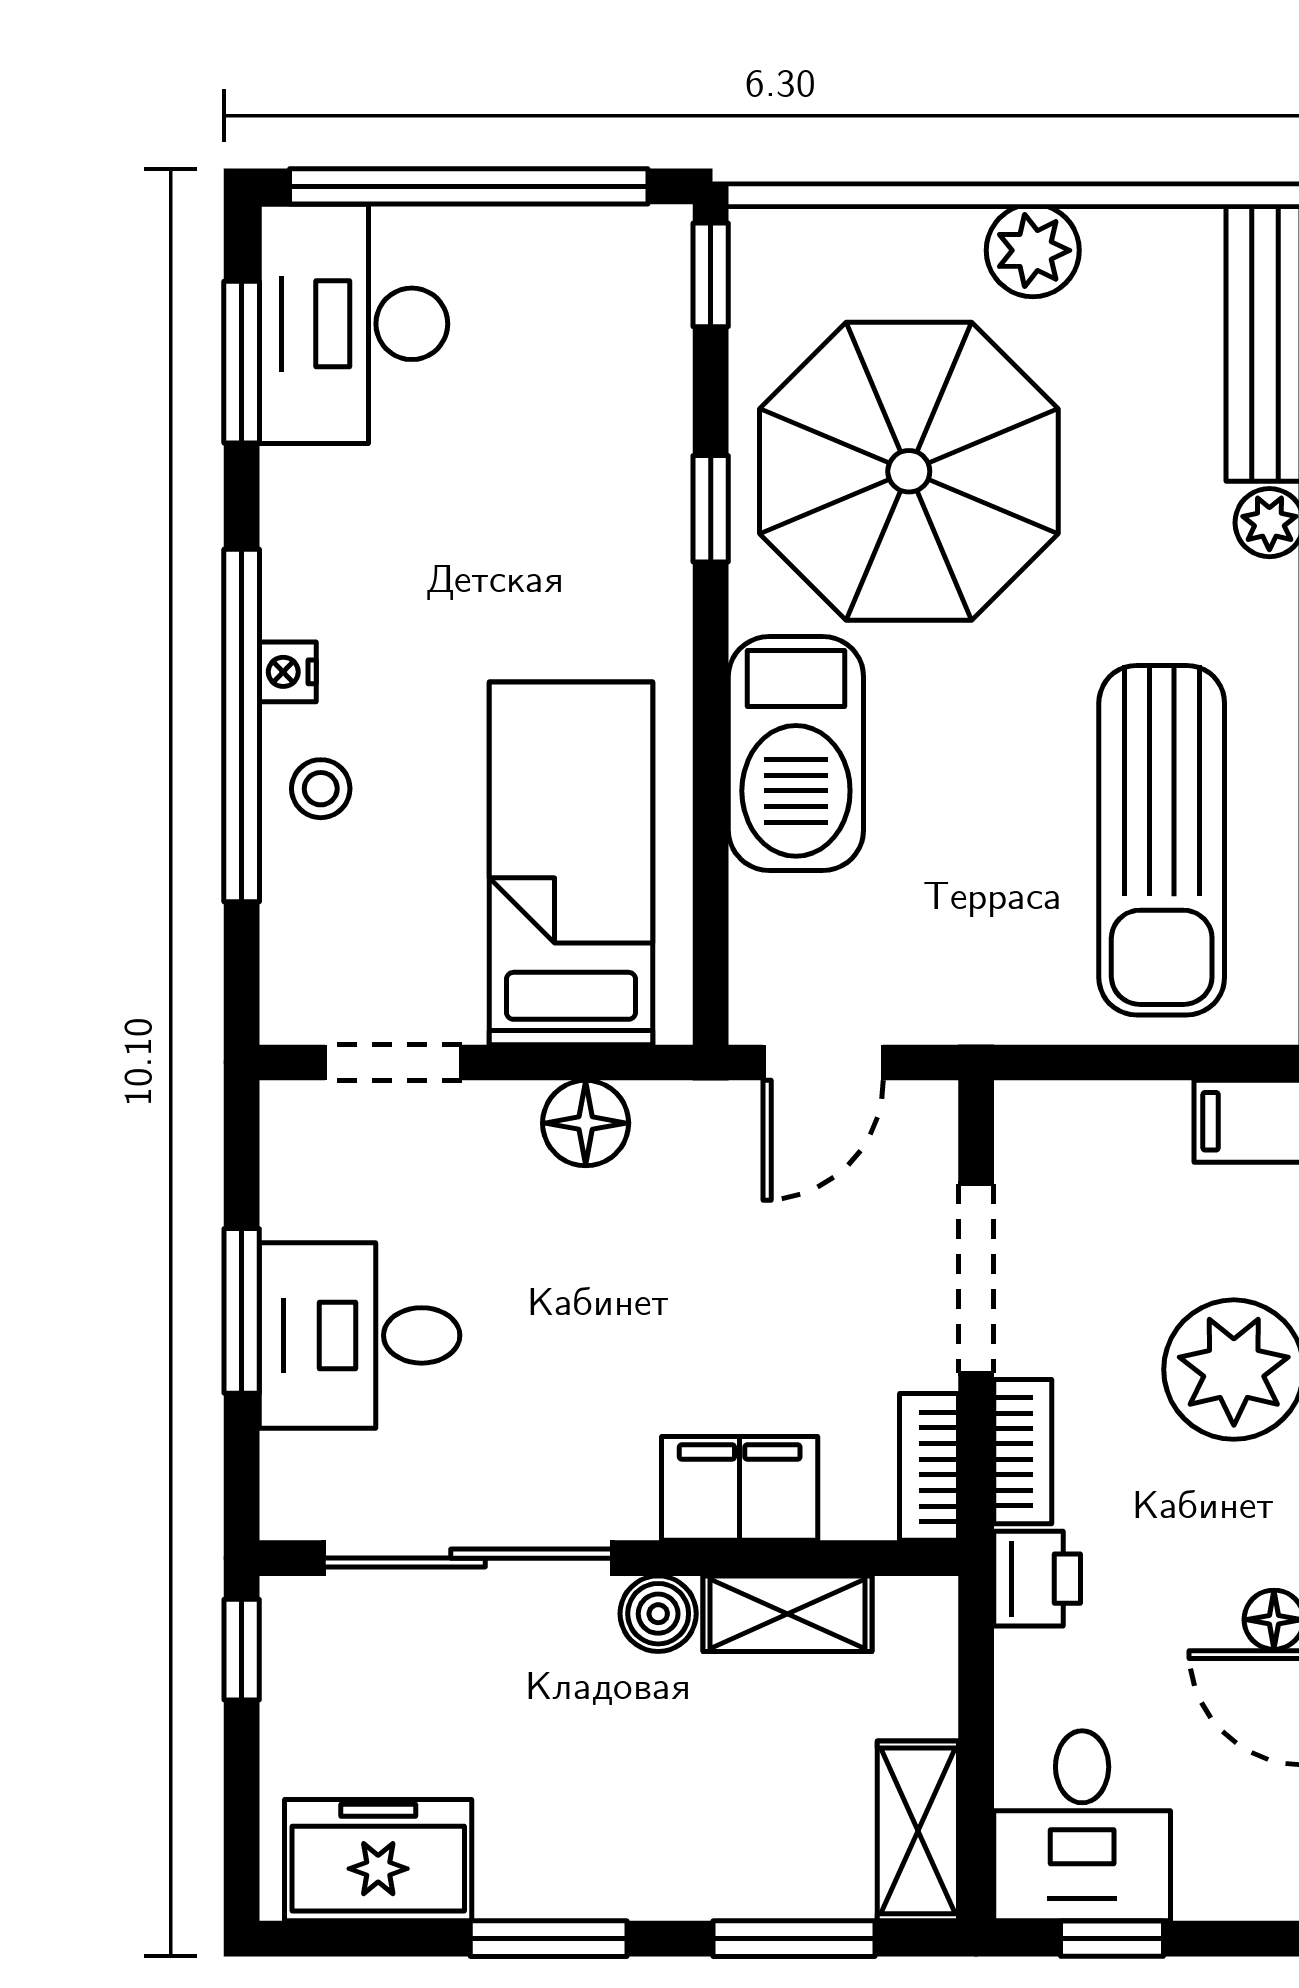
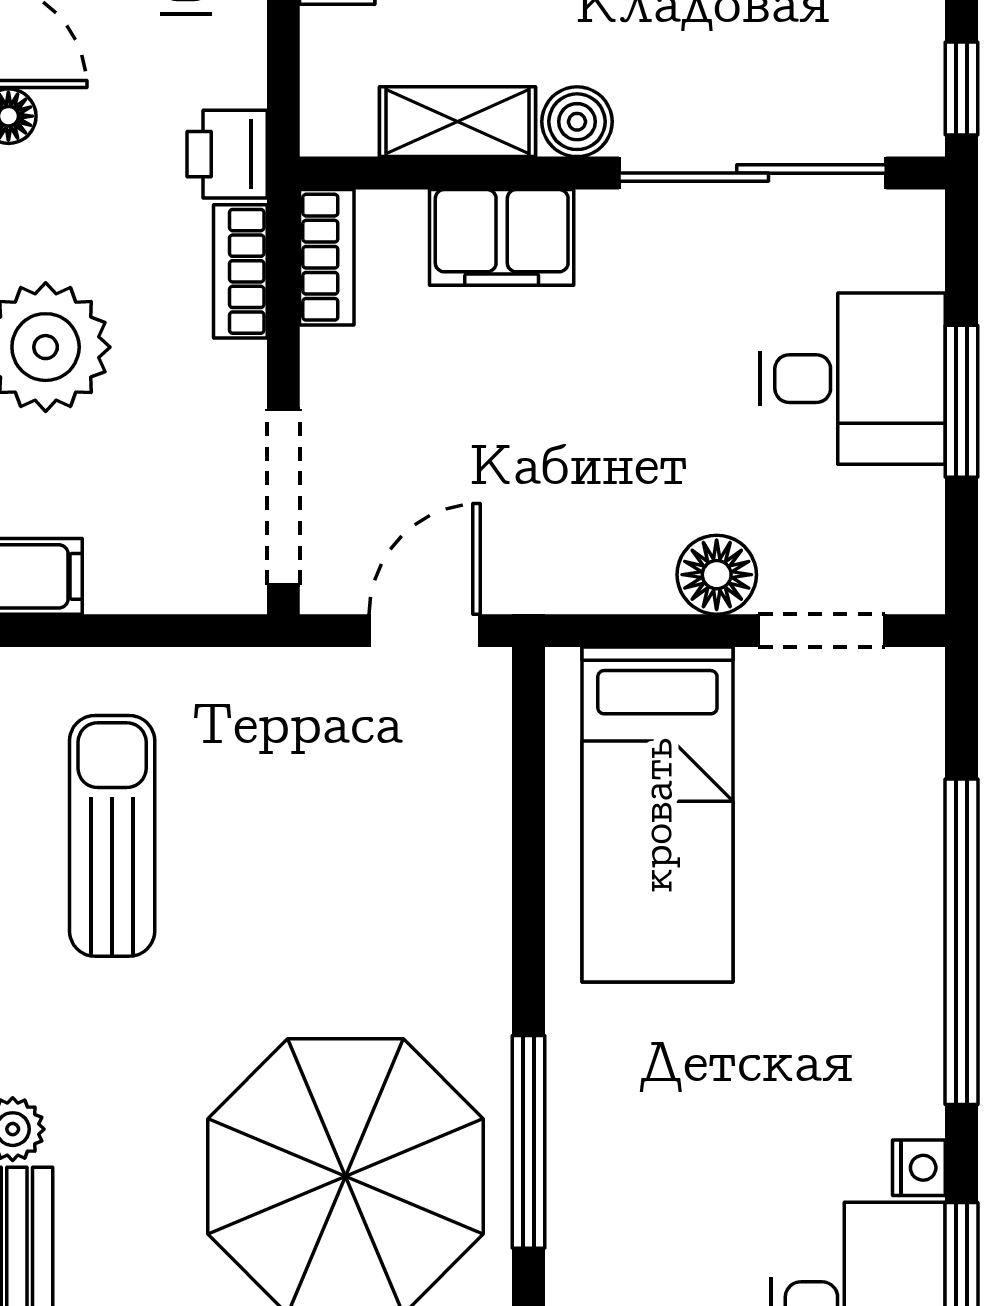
window: (711, 509) -> (528, 1142), width x2.17
nightstand: (288, 672) -> (919, 1168), moved
barbecue: (796, 753) -> (450, 916), removed
stool: (321, 789) -> (889, 883), removed
sun lounger: (1162, 840) -> (112, 836), width x0.73, depth x0.75
floor lamp: (586, 1123) -> (717, 575), moved
doorway: (976, 1278) -> (283, 497), moved

